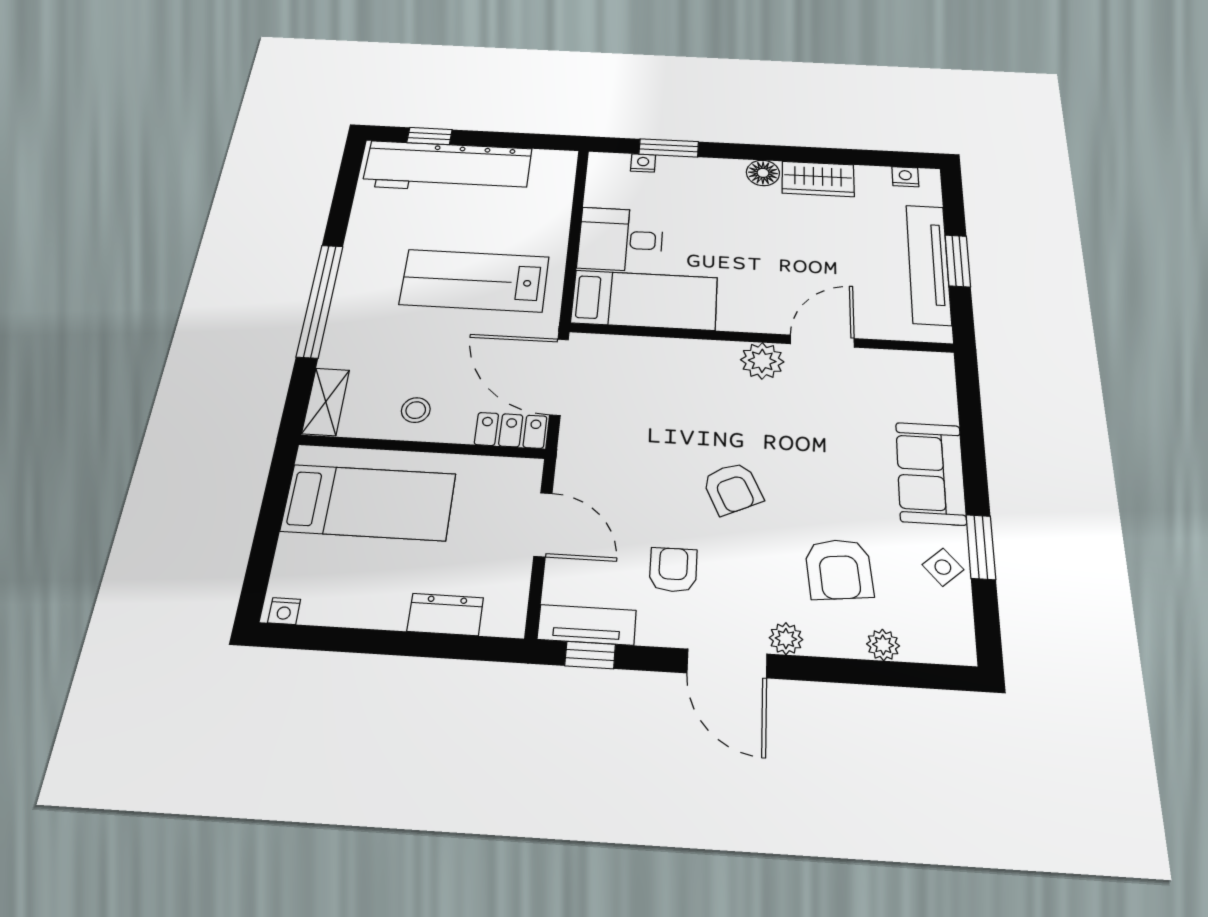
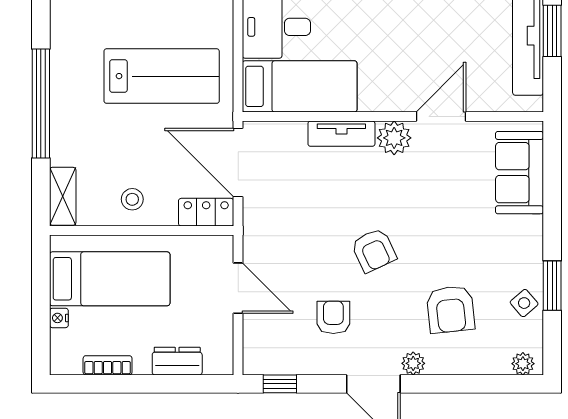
lab bench: (475, 281) -> (162, 76), turned 180
sofa: (931, 473) -> (519, 173), moved
nightstand: (284, 611) -> (59, 318), moved, turned 90
bookcase: (345, 614) -> (108, 365), added
tv unit: (587, 625) -> (341, 134), moved, turned 180
plant: (883, 645) -> (523, 364), moved

